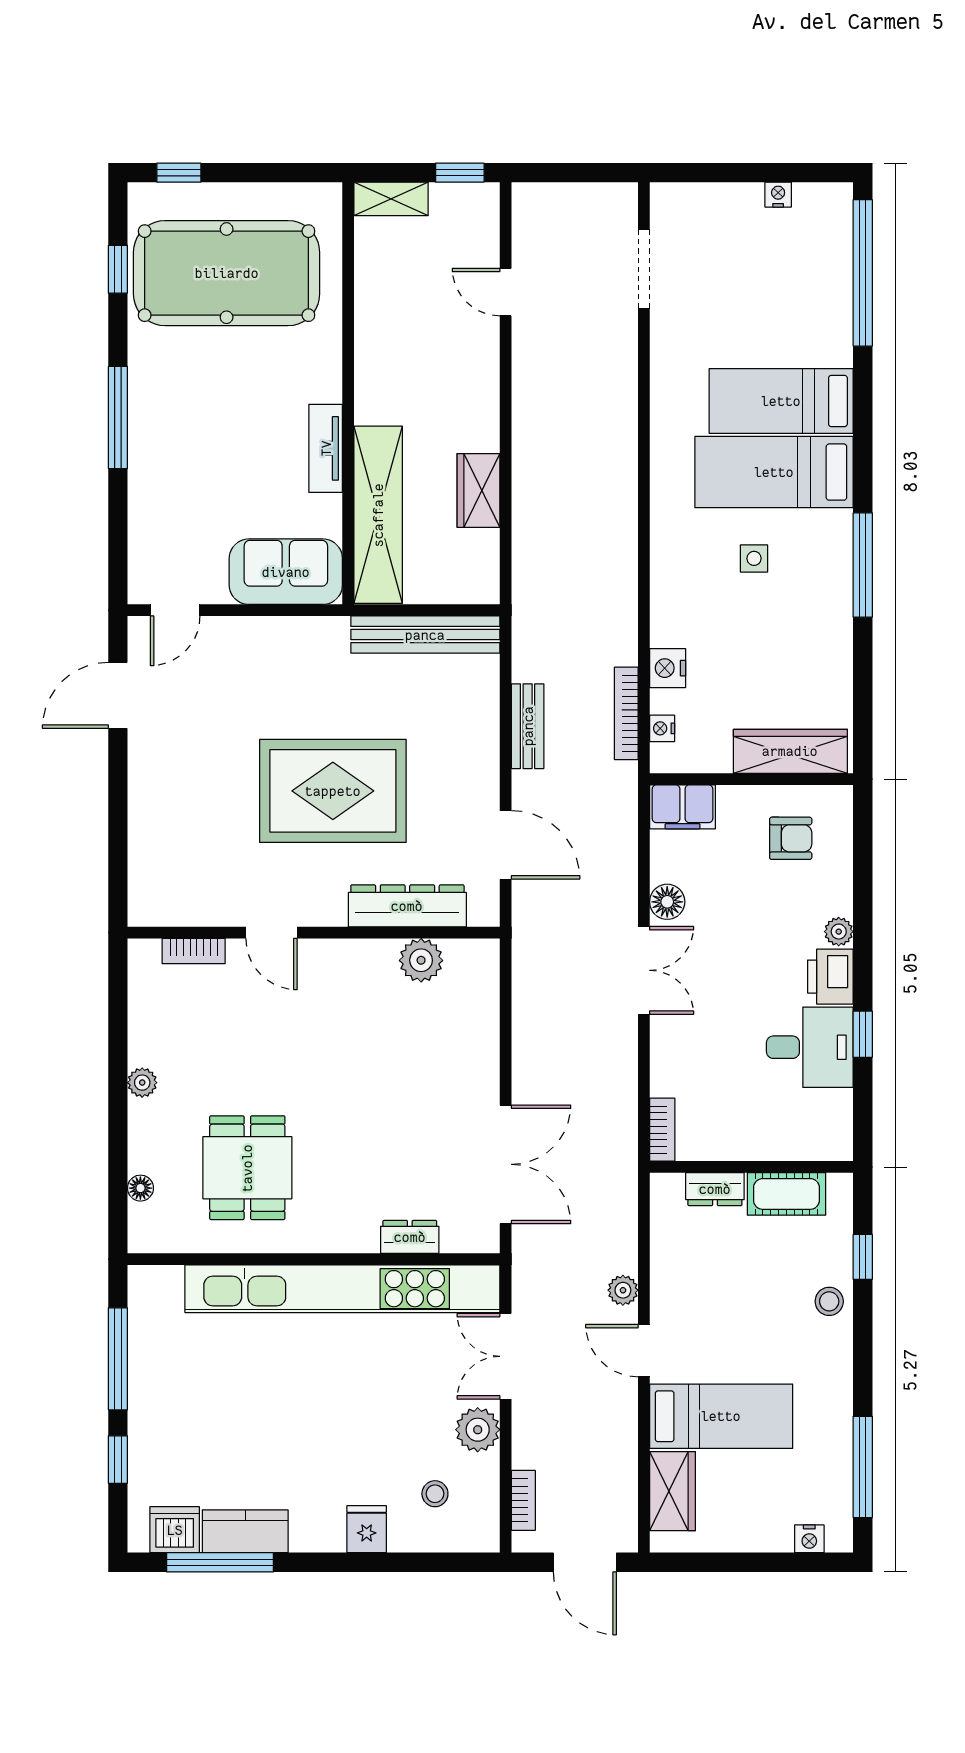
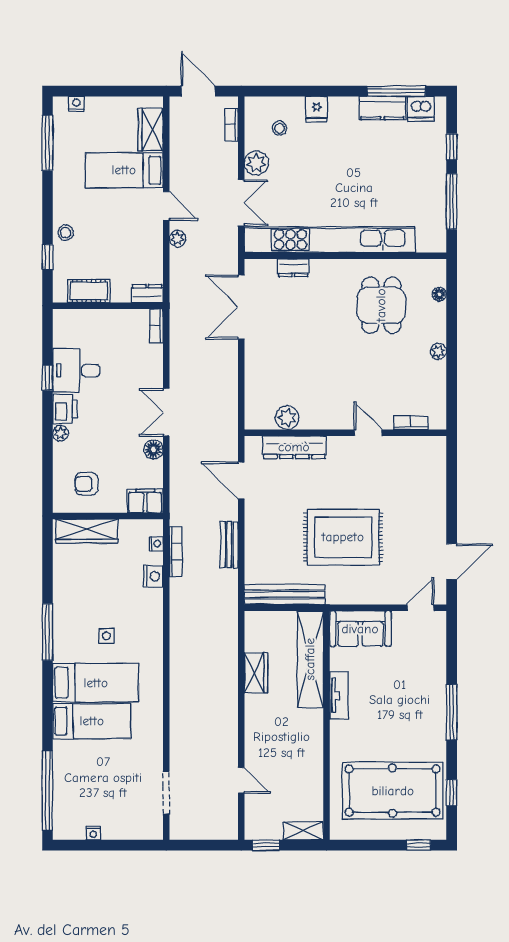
rug: (333, 791) -> (343, 537), moved
dresser: (715, 1189) -> (147, 294), moved

